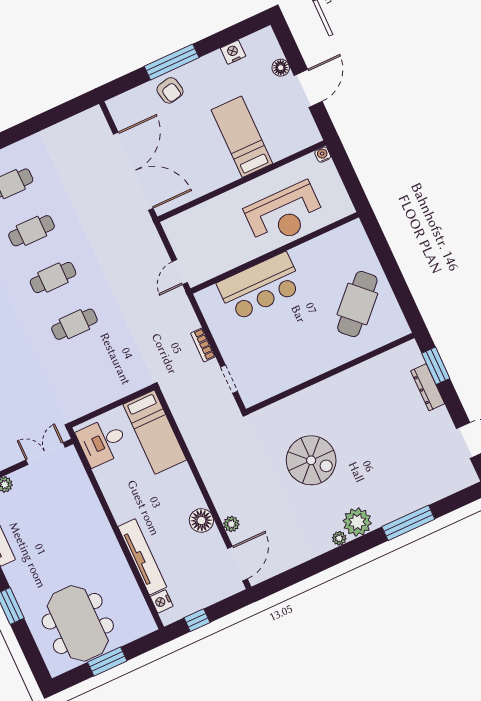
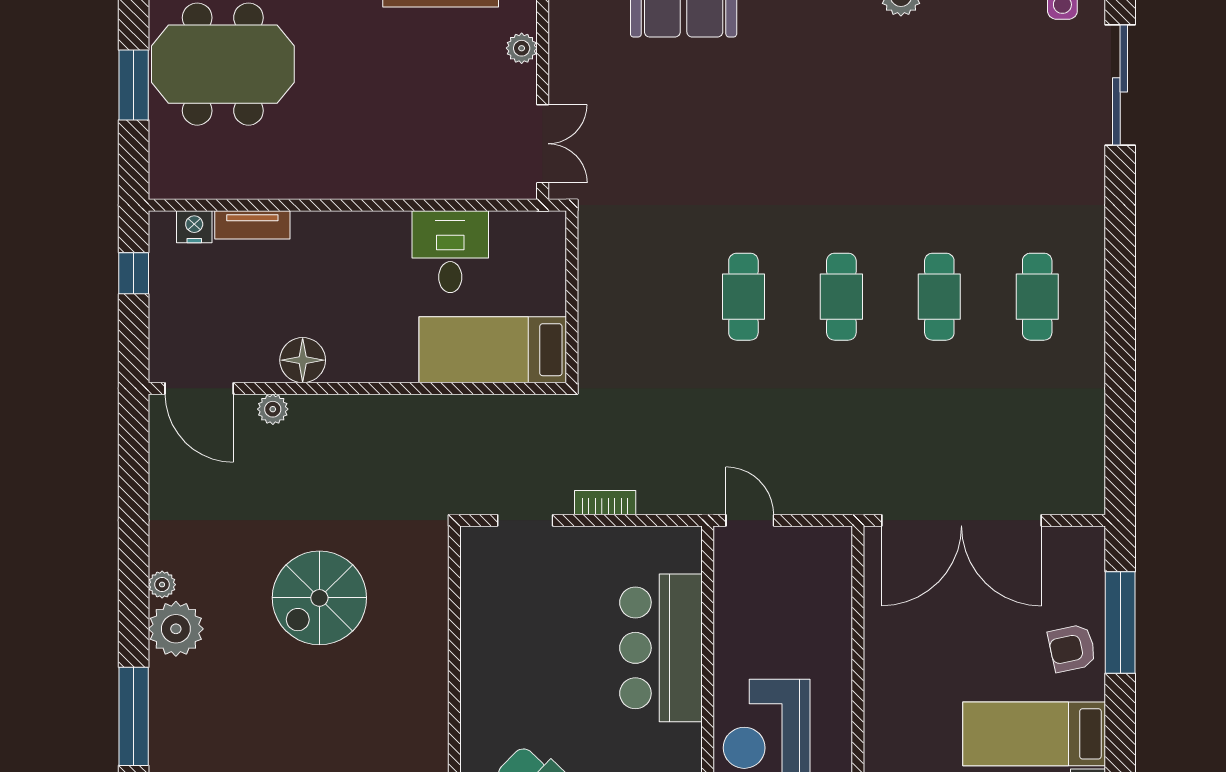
window: (172, 62) -> (1120, 622), moved
bed: (242, 137) -> (1034, 734), moved, turned 180
desk: (102, 442) -> (450, 252), moved
tv unit: (142, 557) -> (252, 225), width x0.52, depth x0.78

